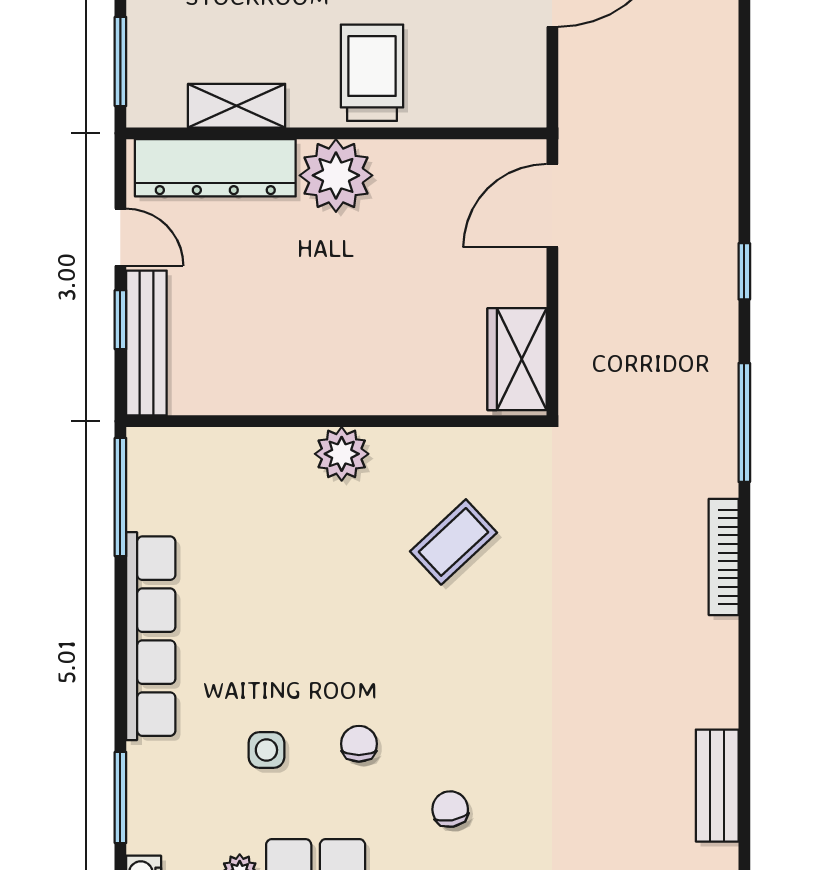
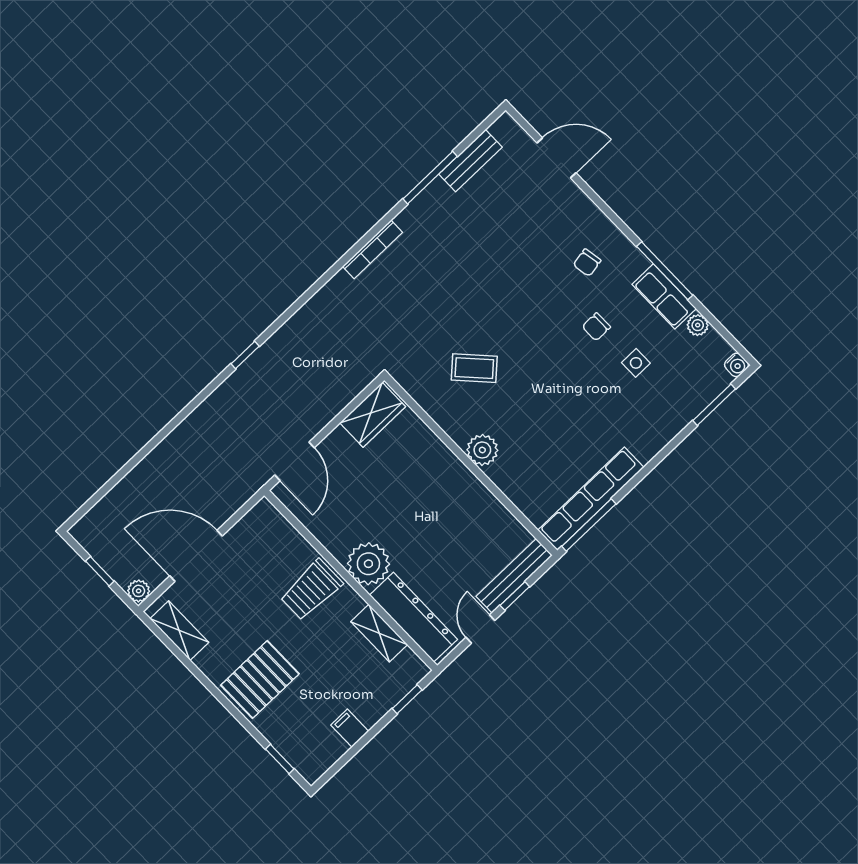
window: (120, 62) -> (407, 699), width x0.67
door: (552, 206) -> (294, 461), hinge flipped
window: (744, 422) -> (430, 178), moved
row of seats: (151, 636) -> (591, 499), moved

